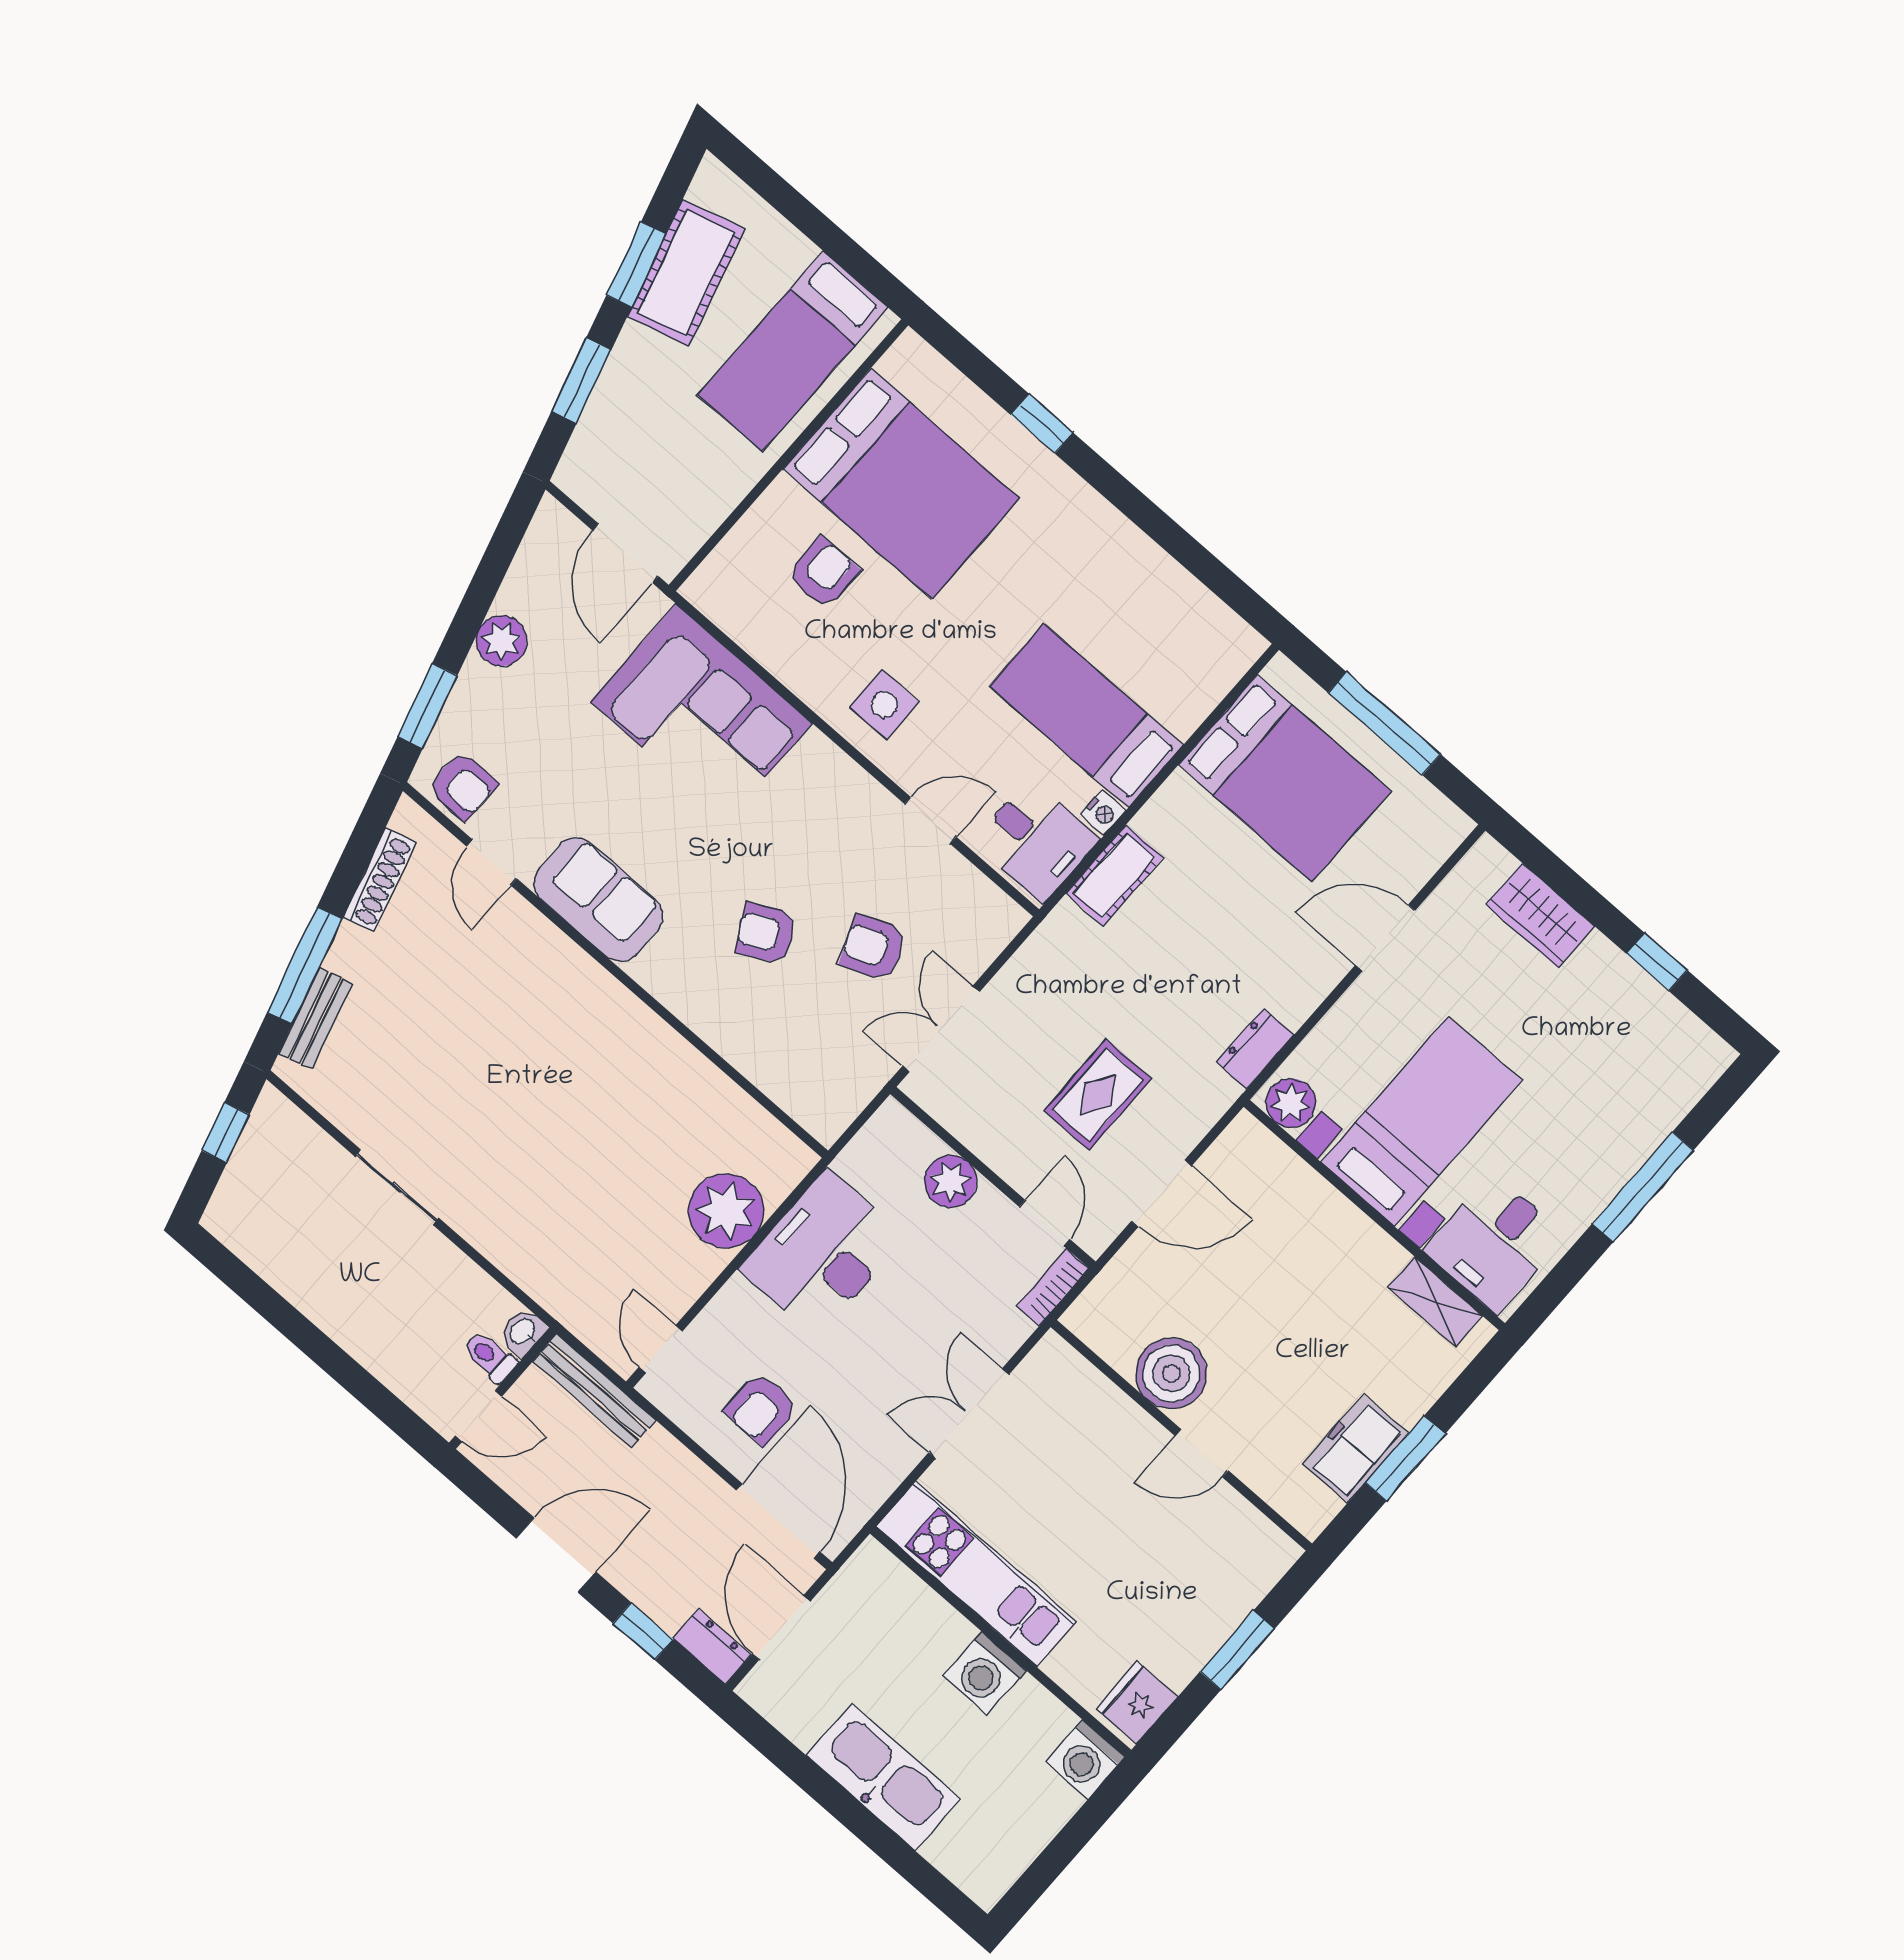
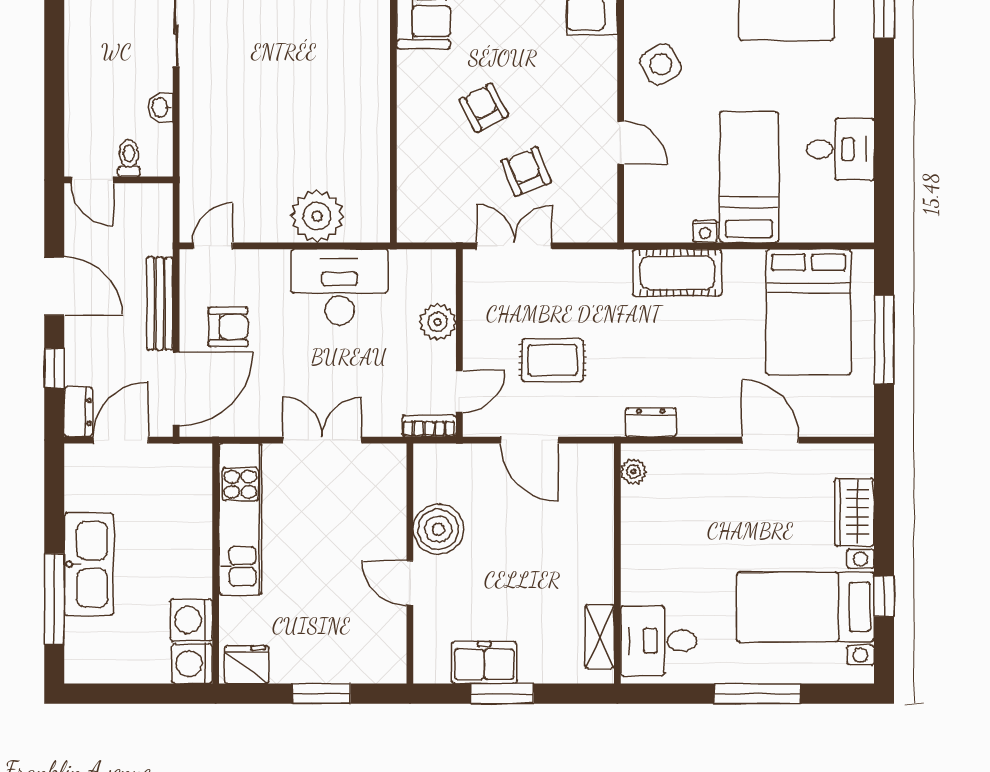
side table: (884, 705) -> (661, 64), turned -31
desk: (1036, 841) -> (840, 149), moved, turned -90
cot: (1115, 875) -> (677, 273), width x1.37, depth x1.34
plant: (1291, 1103) -> (633, 472), width x0.73, depth x0.73
bed with nightstands: (1421, 1121) -> (805, 607), moved, turned 180
washbasin: (523, 1332) -> (161, 107), moved, turned -90
bench: (594, 1391) -> (160, 303), moved
armchair: (761, 1409) -> (228, 327), turned 180
washing machine: (985, 1673) -> (191, 620), moved
window: (888, 1846) -> (54, 599), added

